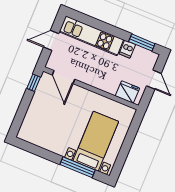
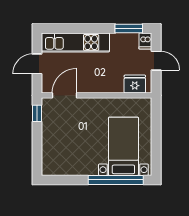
dishwasher: (127, 49) -> (145, 41), moved
door: (63, 77) -> (65, 95), swing flipped
window: (77, 167) -> (116, 180), width x1.46

